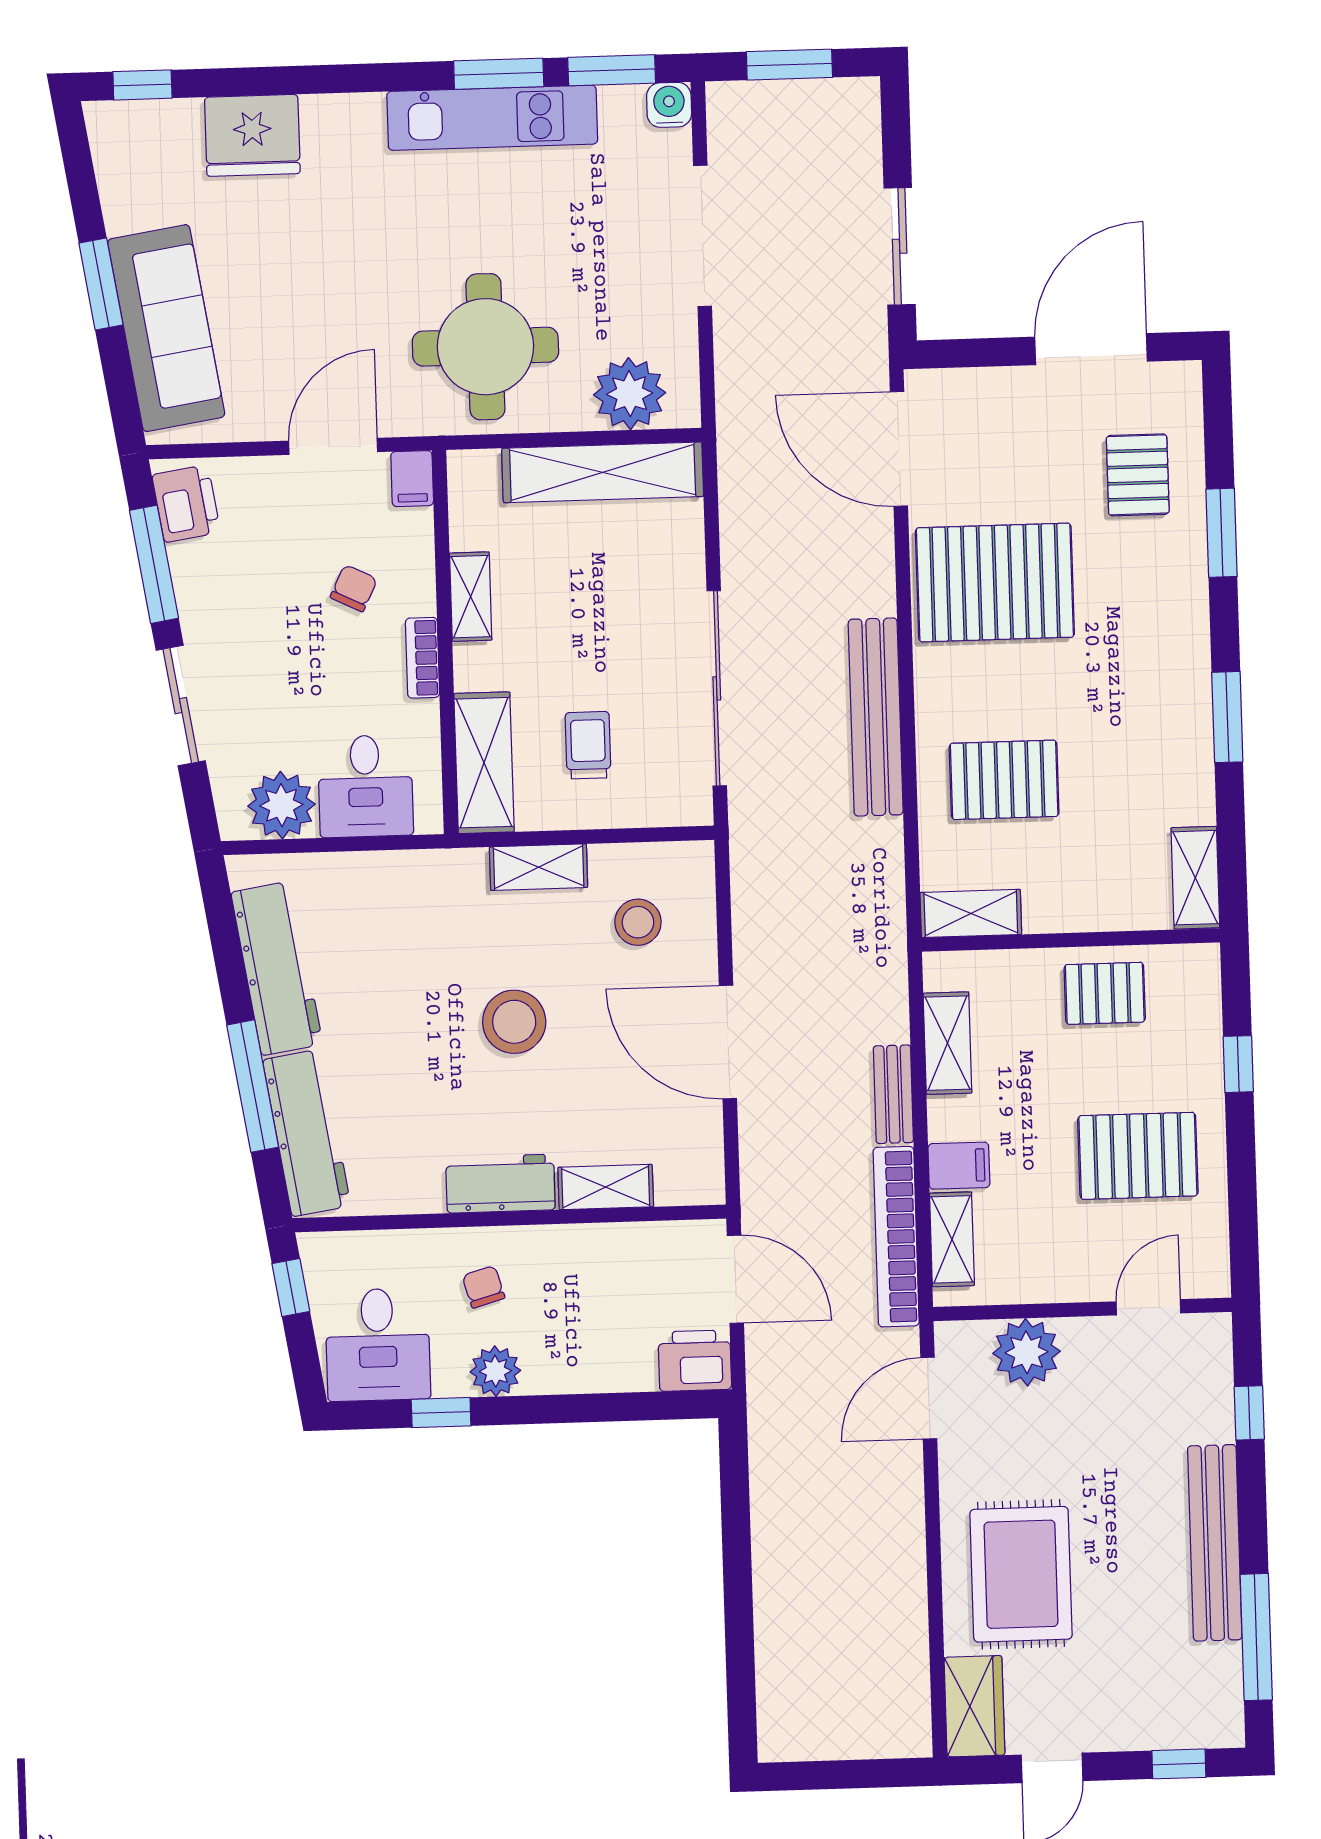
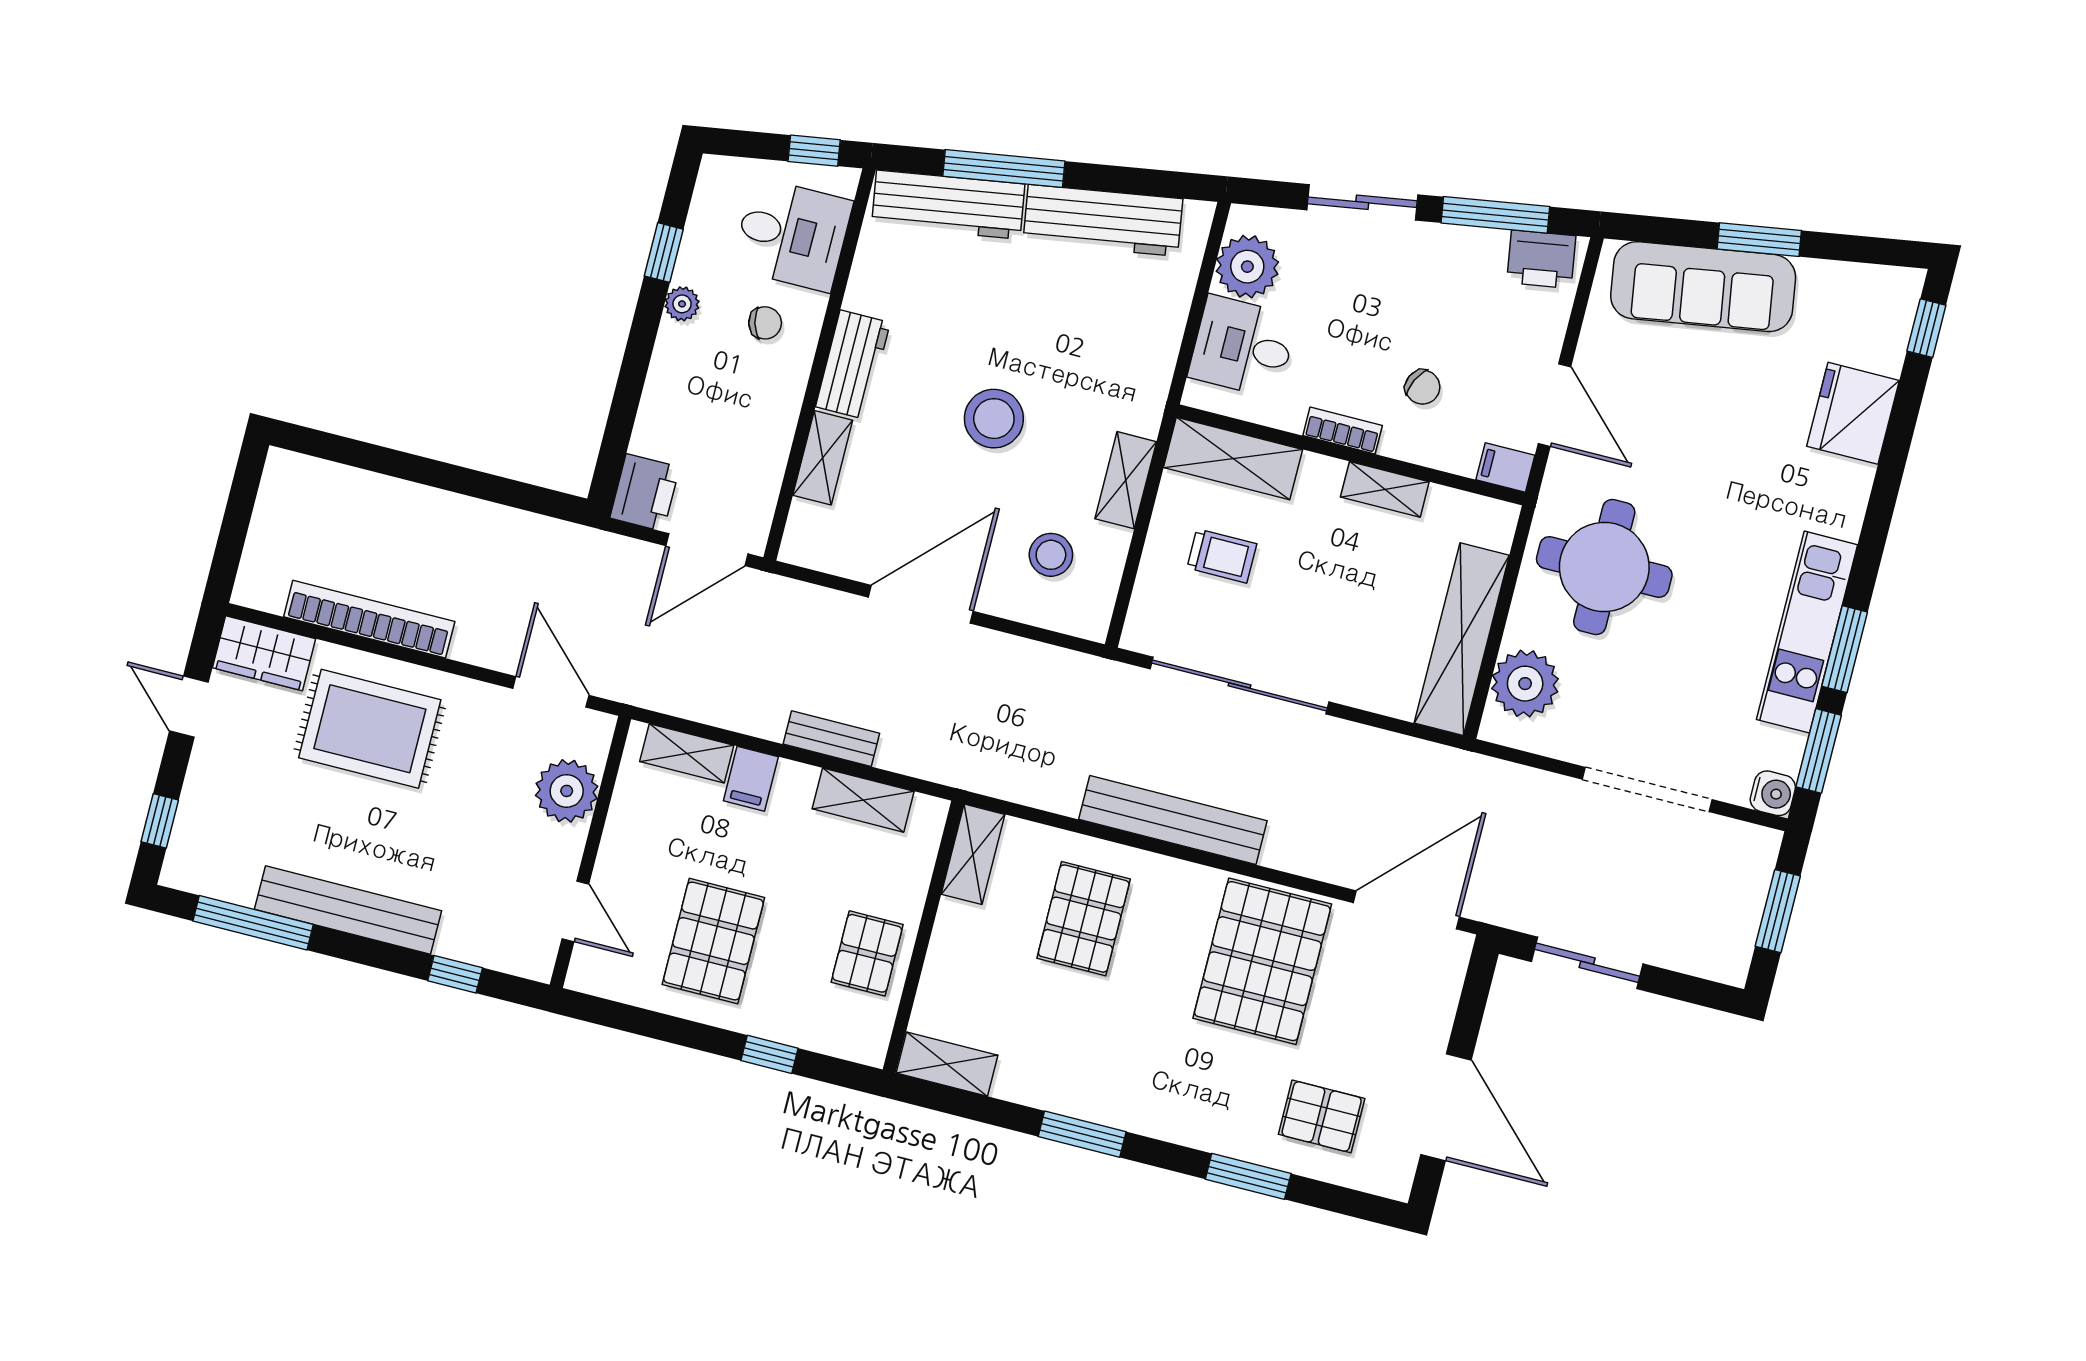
bookcase: (896, 1237) -> (369, 619), moved
desk: (378, 1345) -> (792, 235), moved, turned 180
plant: (495, 1371) -> (682, 304), width x0.73, depth x0.73

